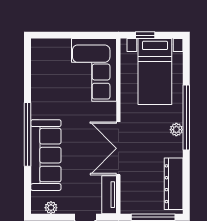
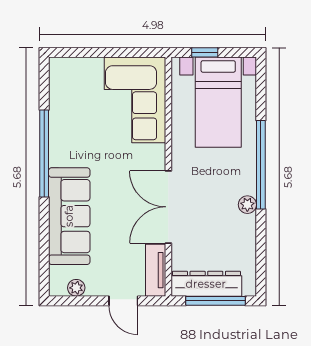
plant: (176, 130) -> (247, 205), moved
window: (27, 134) -> (44, 153), moved
dresser: (174, 184) -> (206, 284), moved, turned 90

